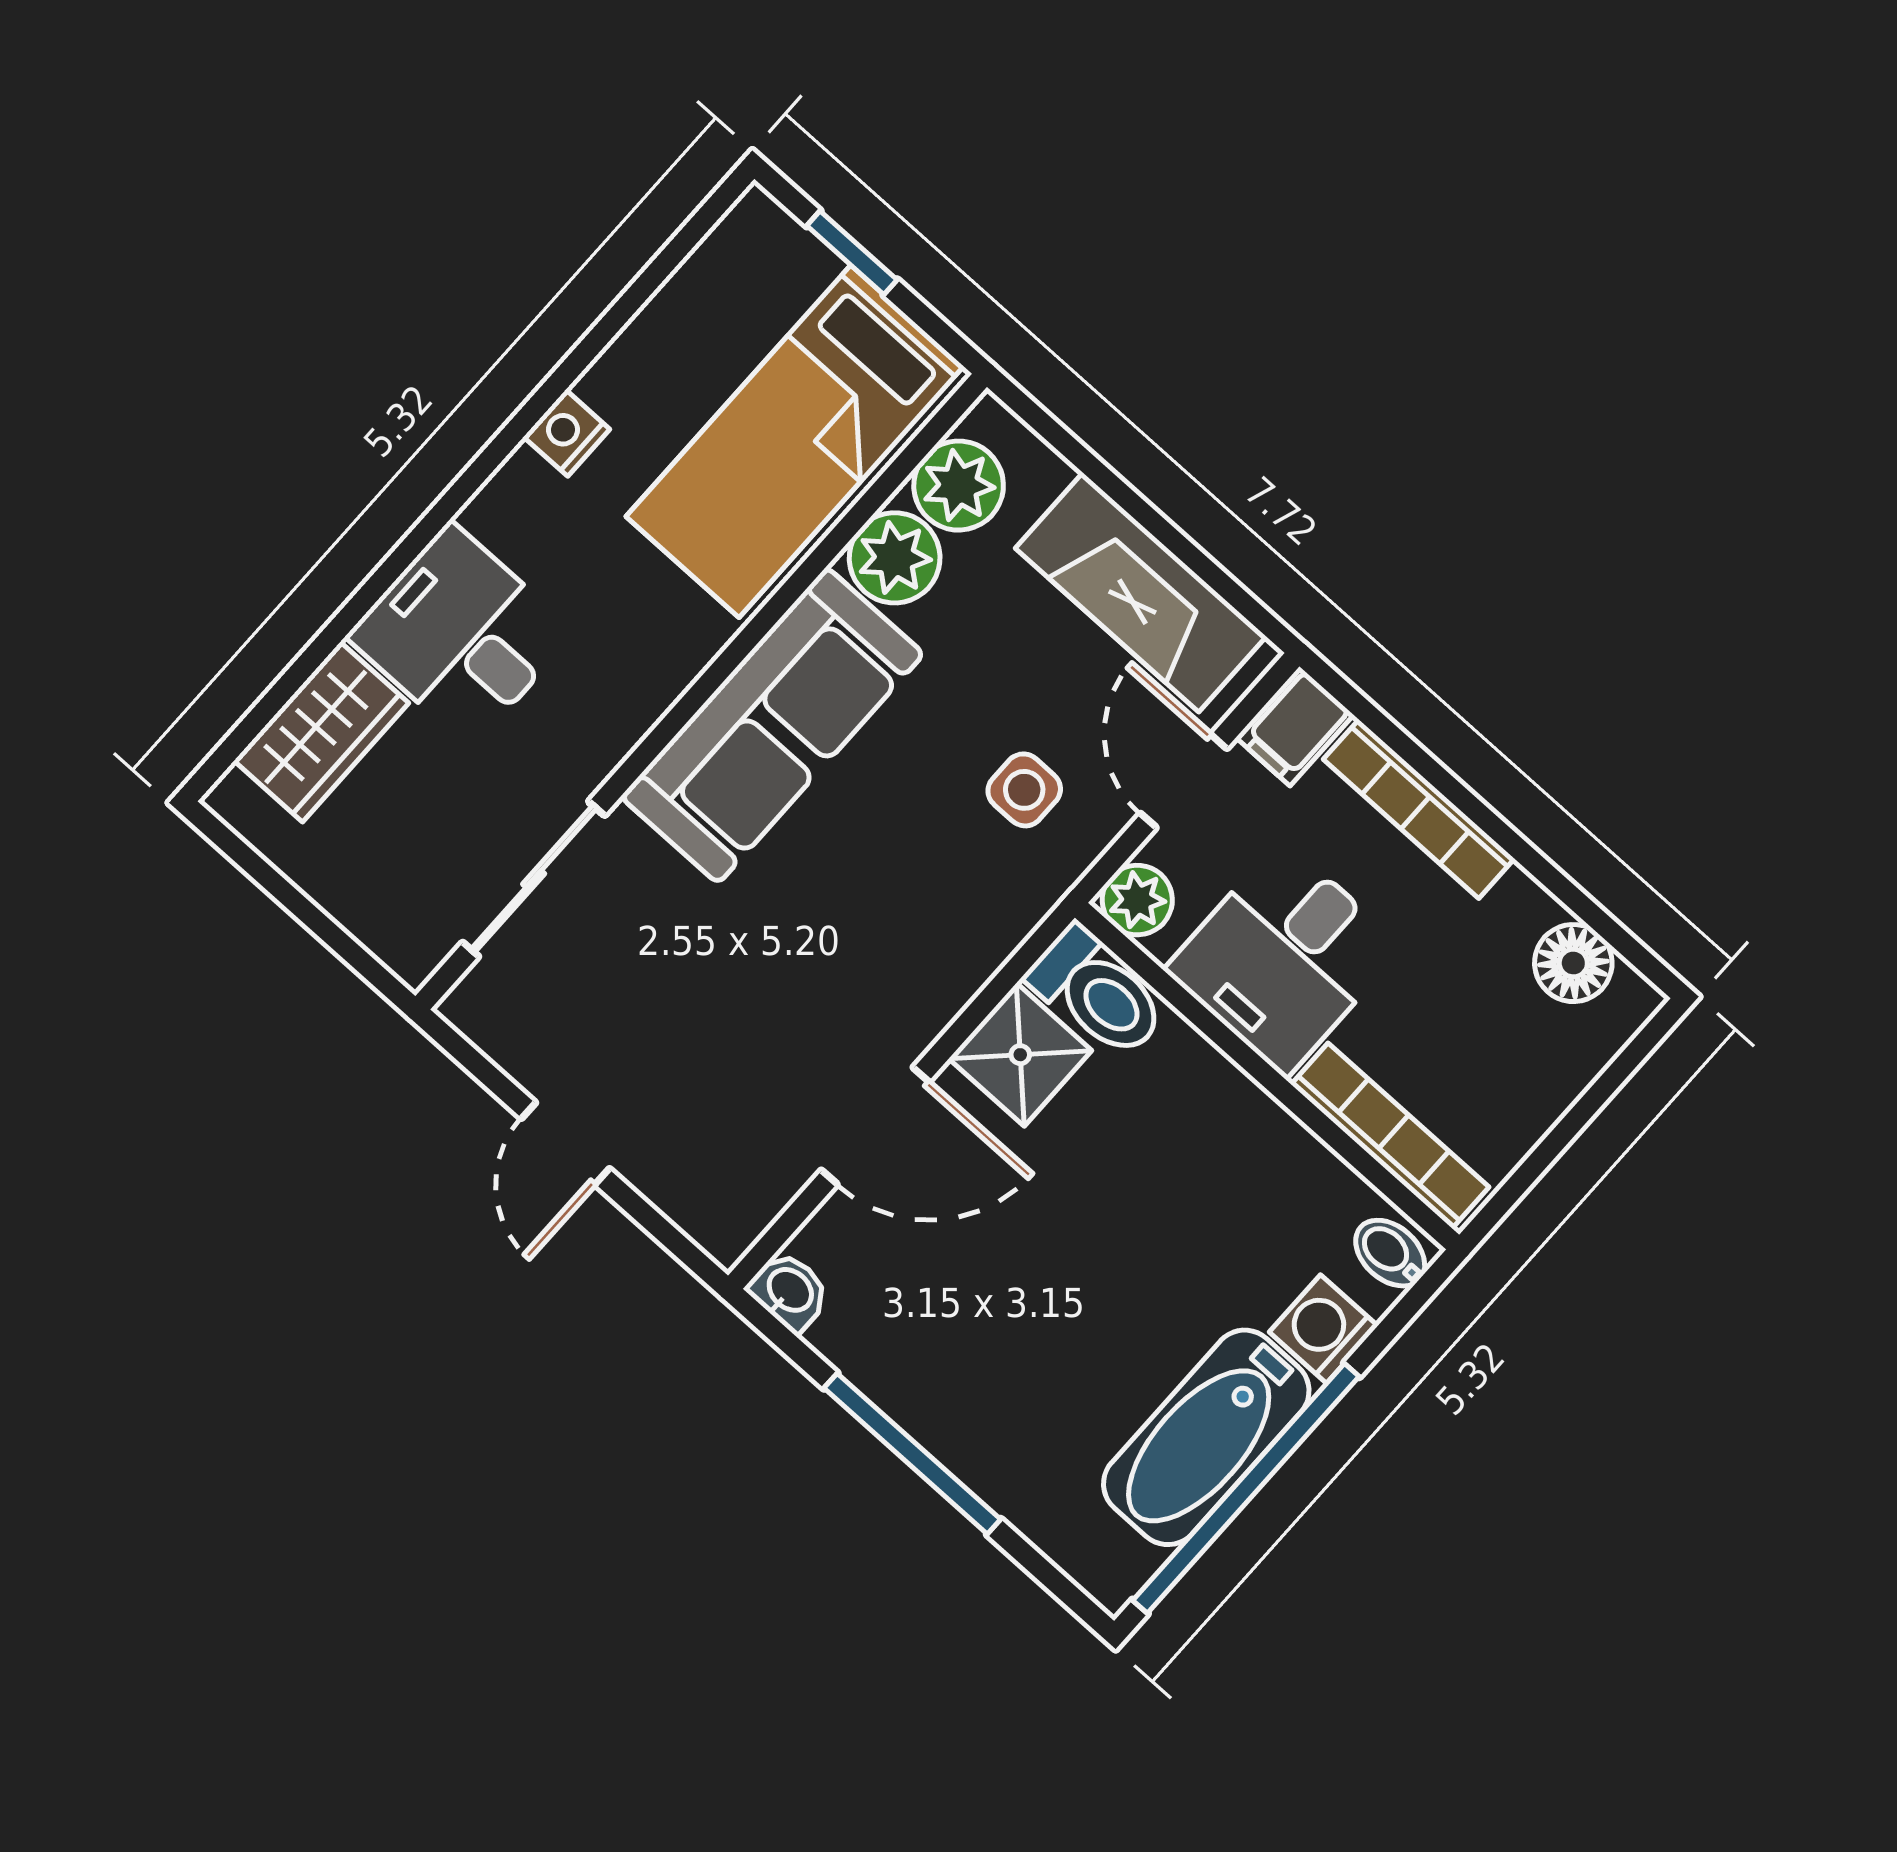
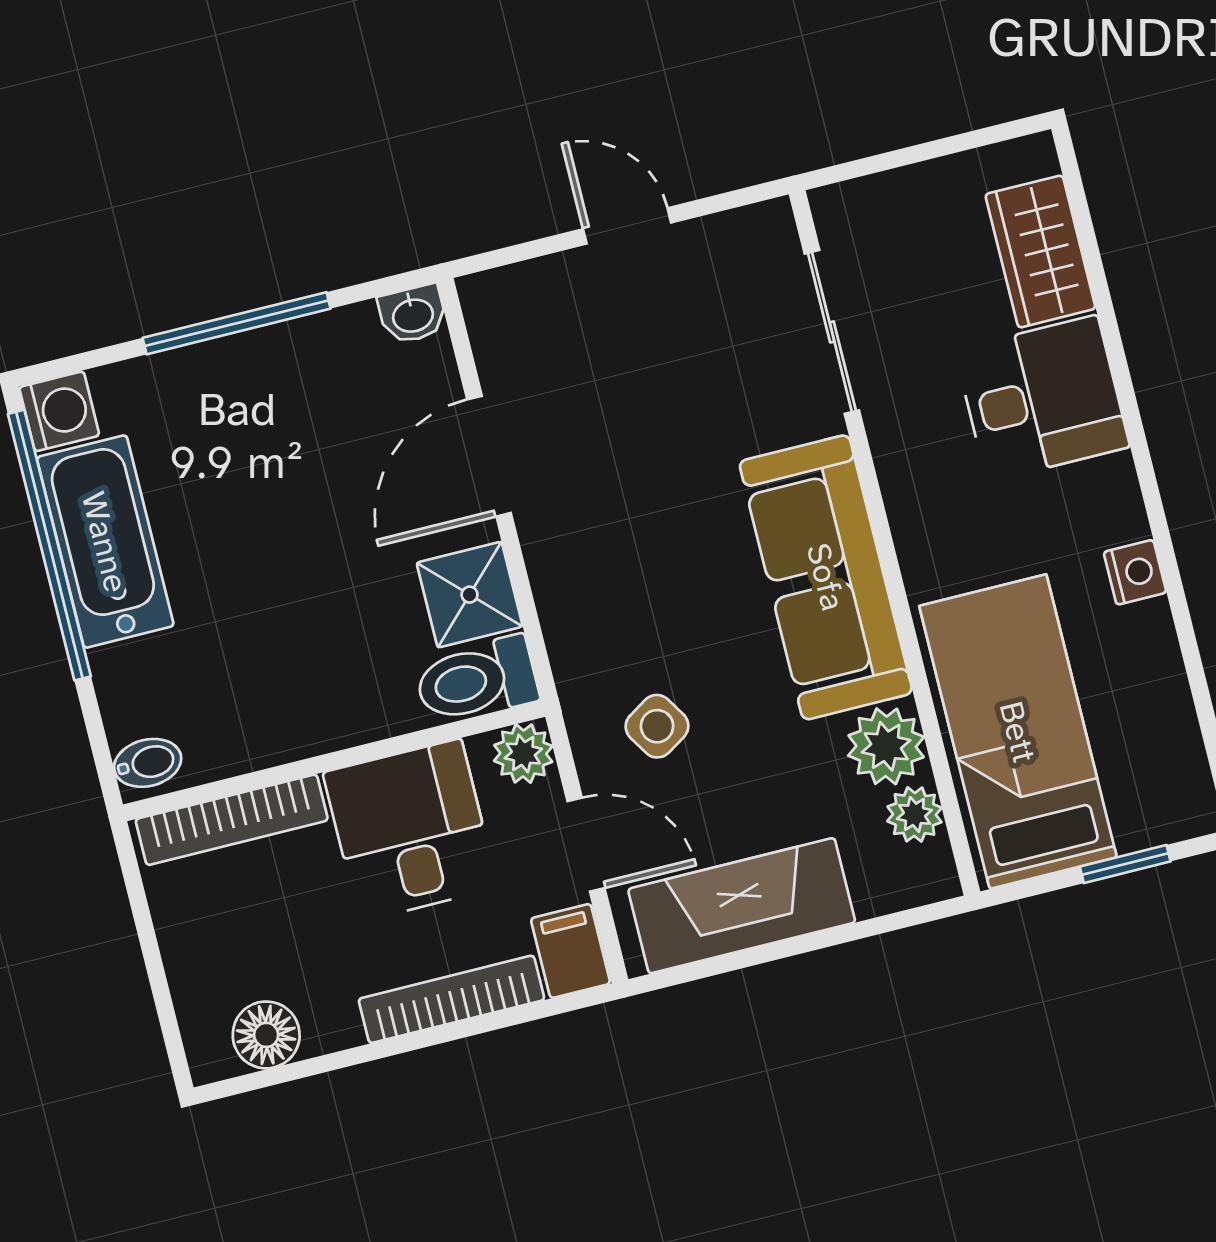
plant: (959, 486) -> (914, 814), width x0.73, depth x0.73
side table: (1024, 790) -> (657, 726), turned -32
washing machine: (1324, 1329) -> (59, 411), moved

